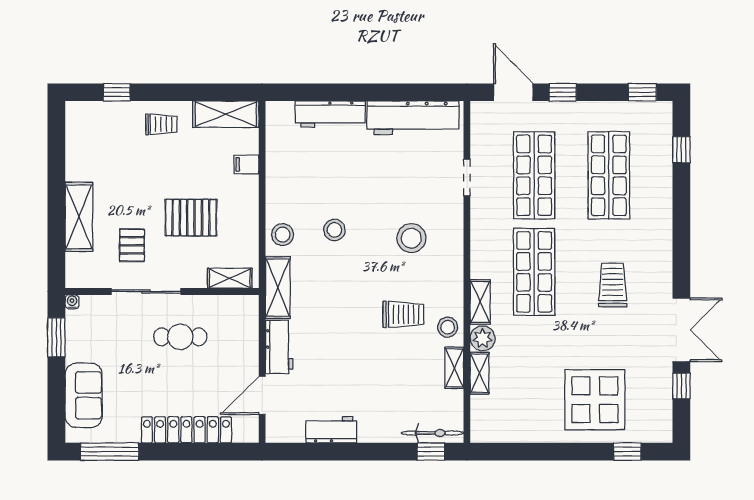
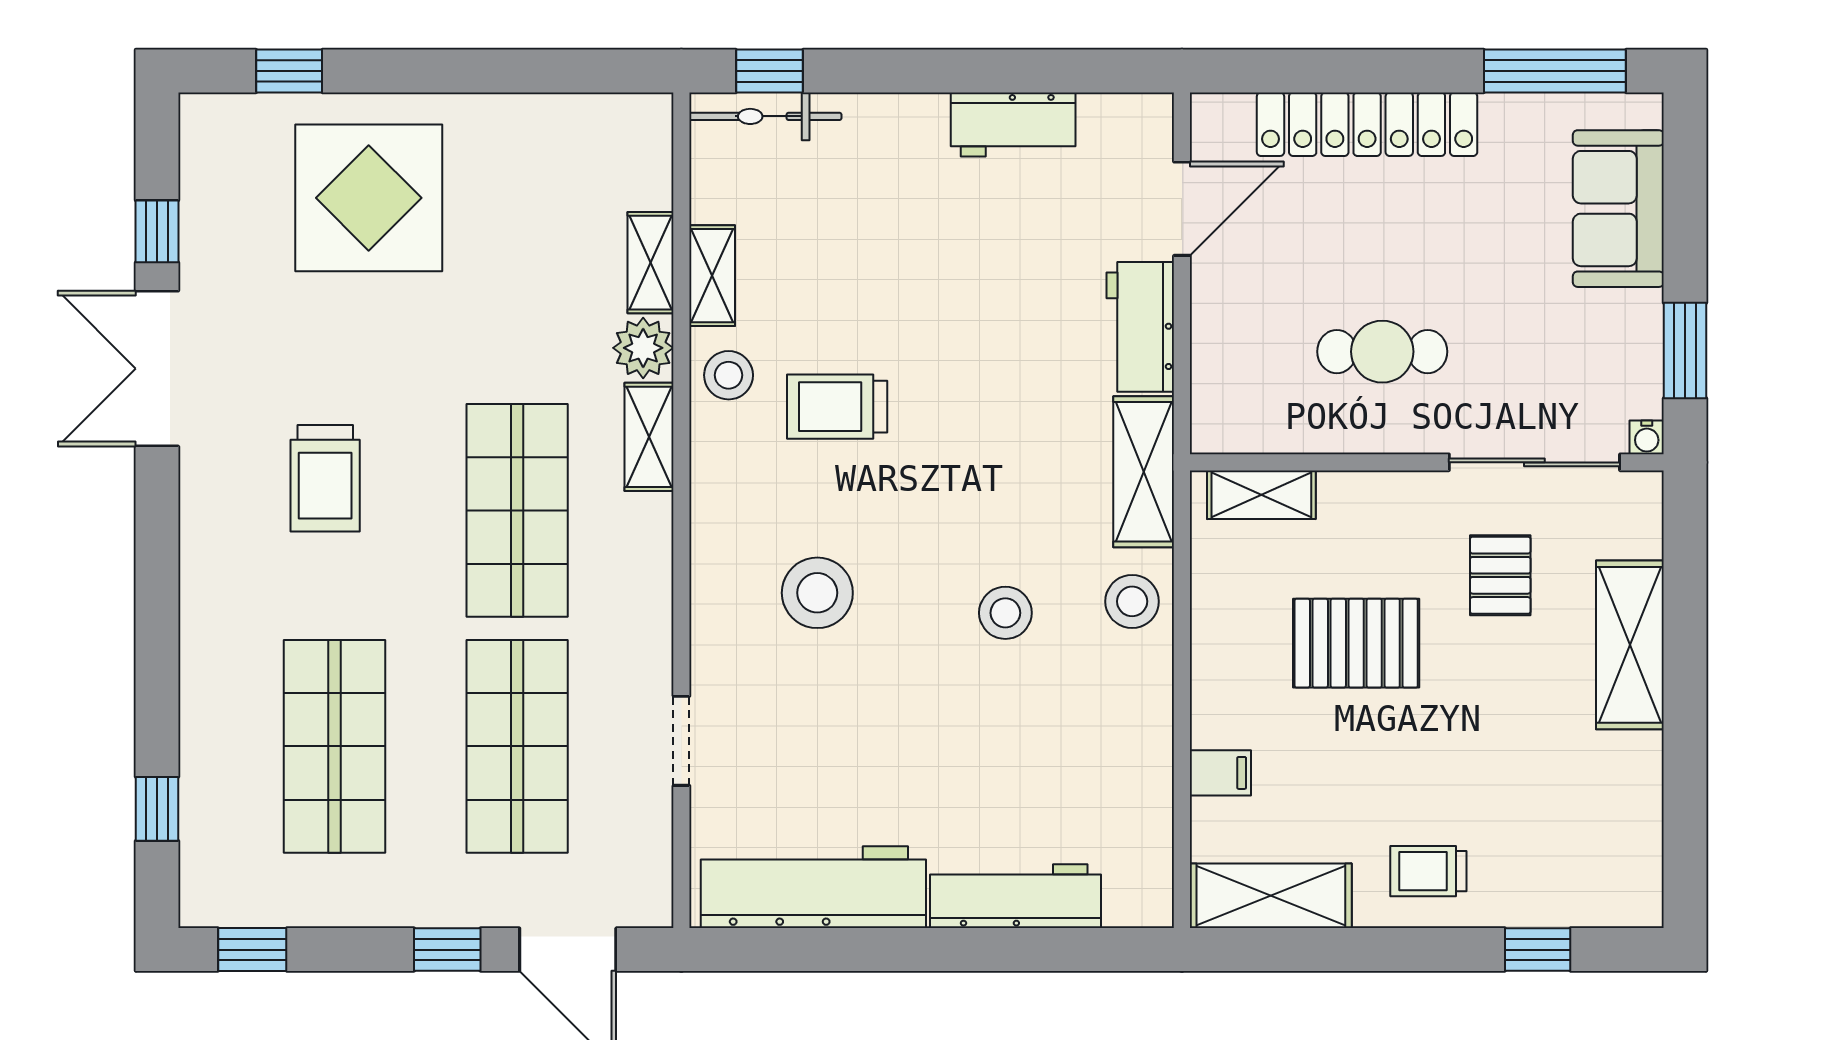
sliding door: (146, 292) -> (1534, 462), moved

